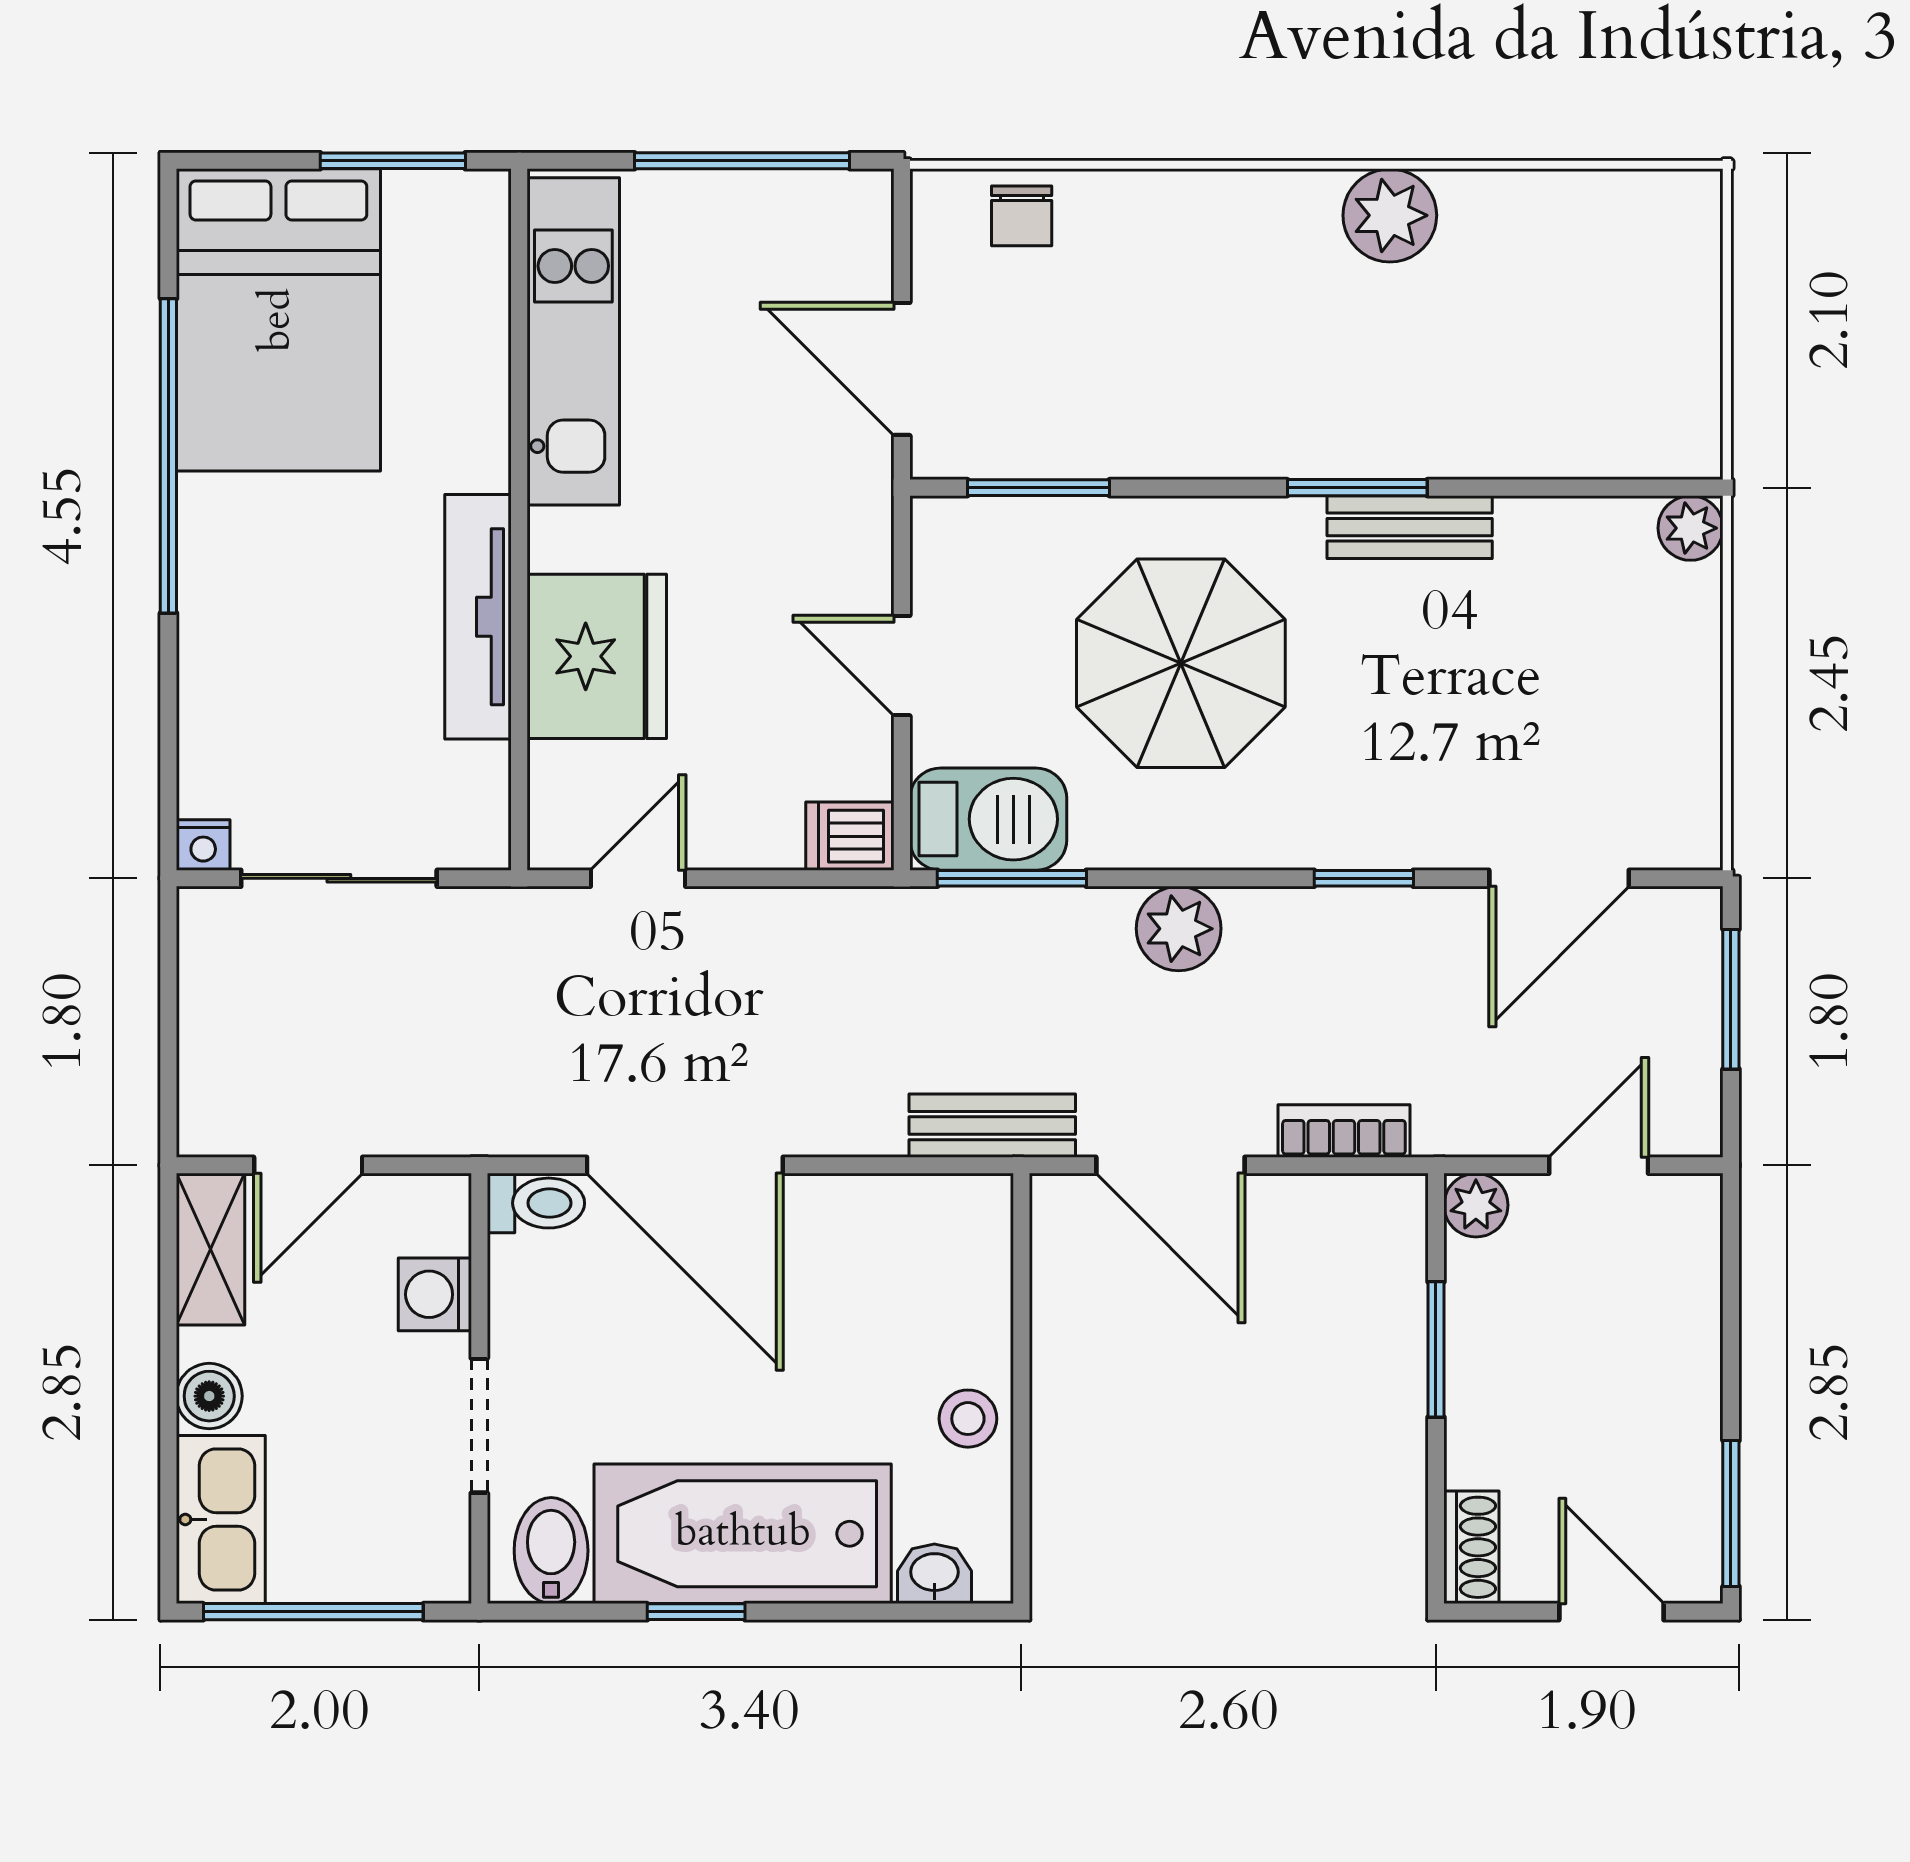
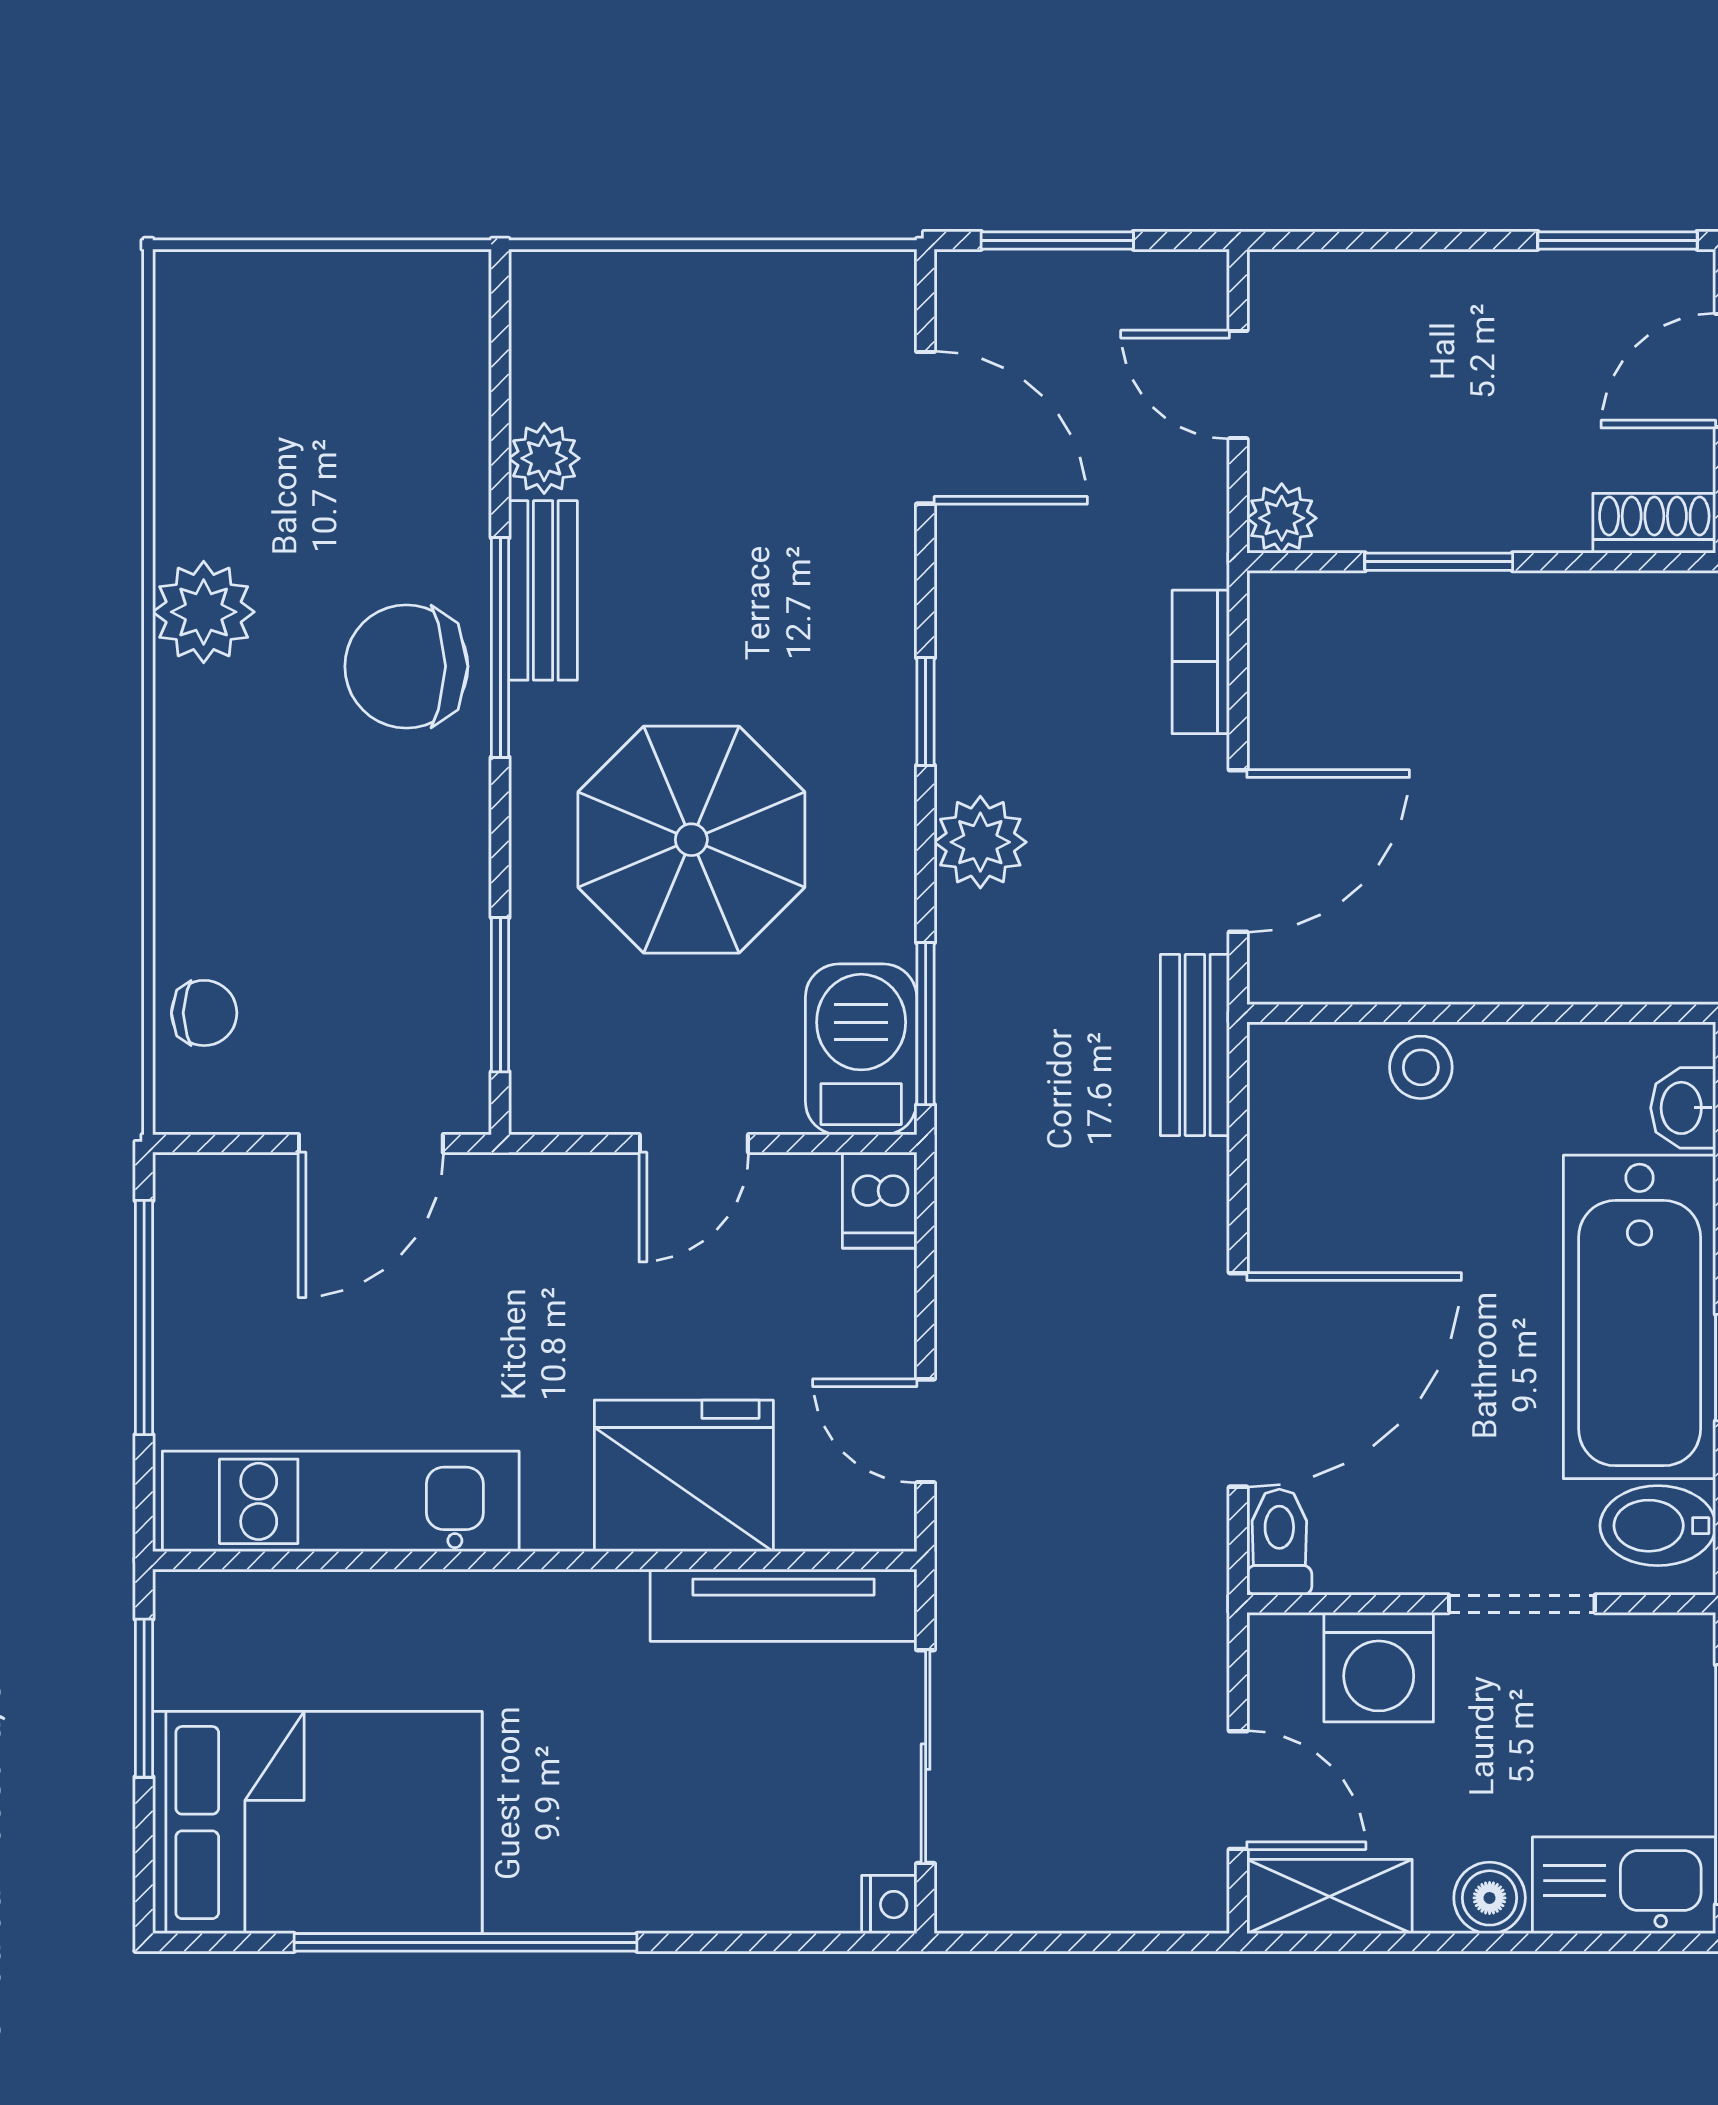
chair: (1340, 402) -> (406, 666), added
window: (1357, 488) -> (500, 648), width x1.44
plant: (1691, 528) -> (544, 458), moved
tv unit: (478, 617) -> (784, 1605), moved
window: (1364, 878) -> (926, 712), moved
washing machine: (435, 1294) -> (1379, 1667), width x1.38, depth x1.38
stool: (968, 1419) -> (1421, 1067), moved

